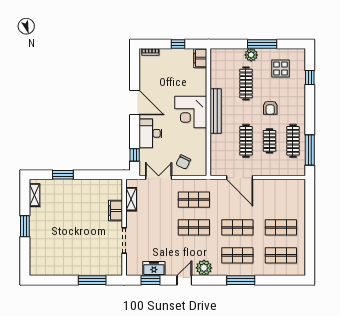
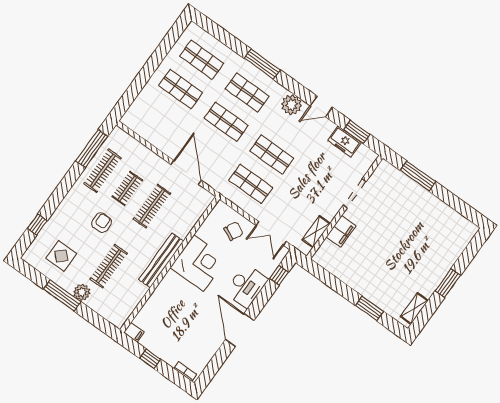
filing cabinet: (200, 58) -> (134, 332), width x0.50
corner desk: (191, 112) -> (199, 263), moved

